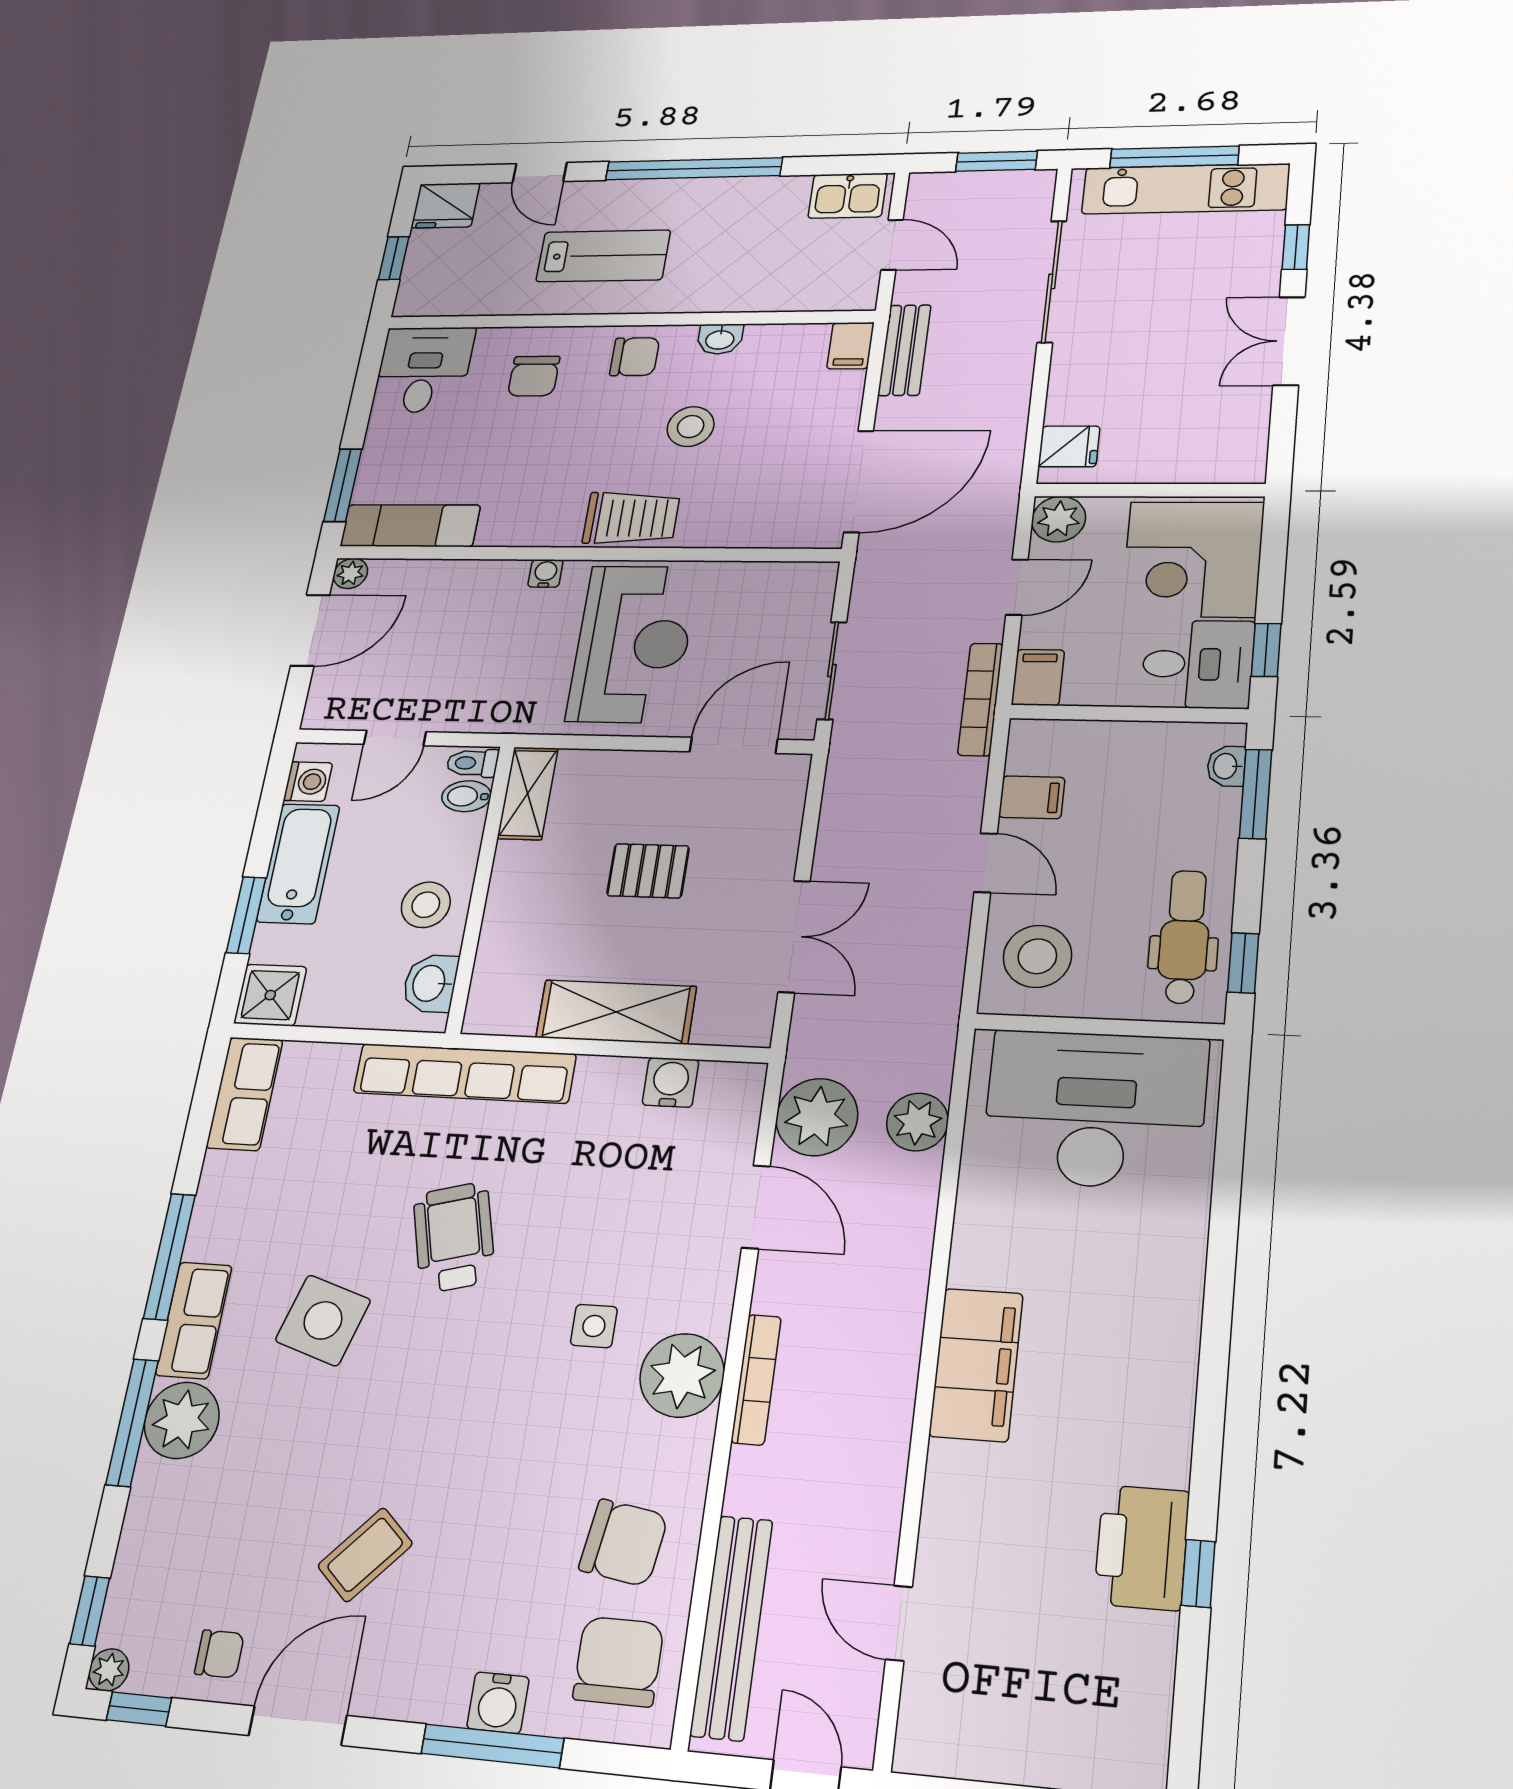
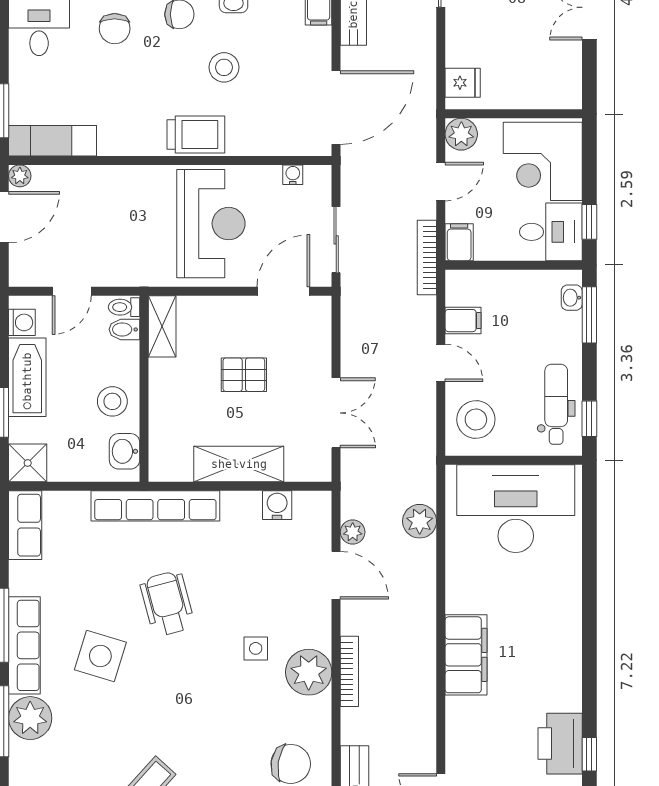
water cooler: (545, 573) -> (293, 175), moved
plant: (817, 1117) -> (353, 532), width x0.53, depth x0.53
row of seats: (194, 1320) -> (24, 645), width x1.48

